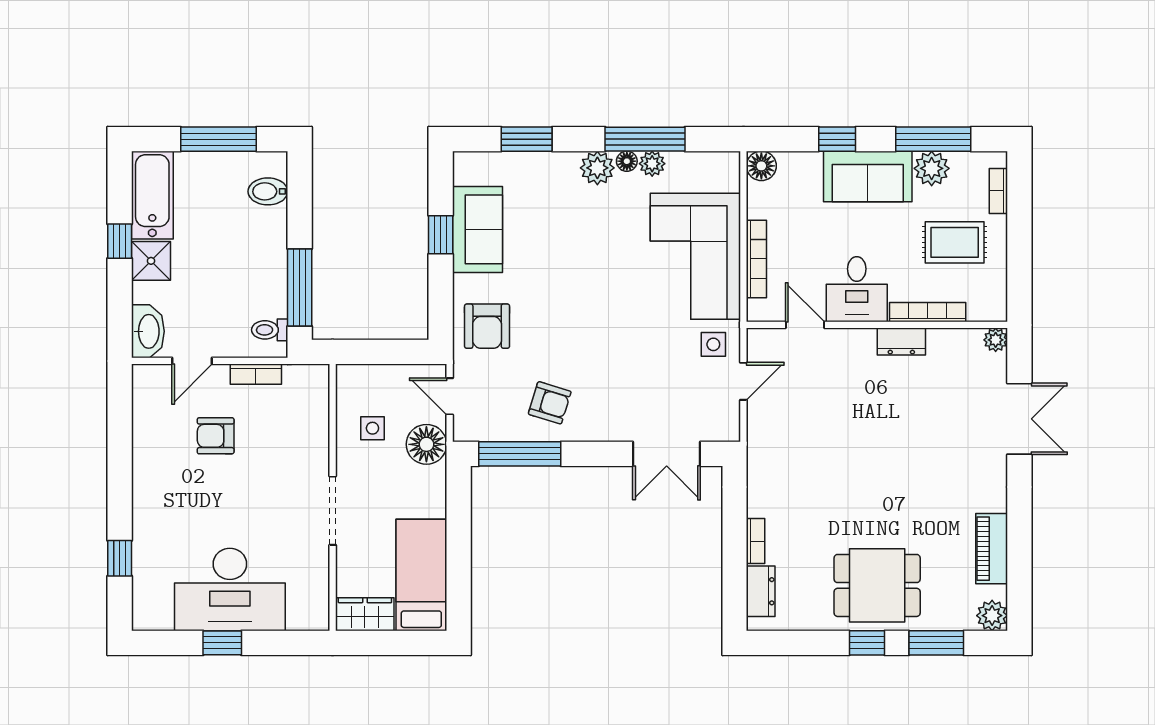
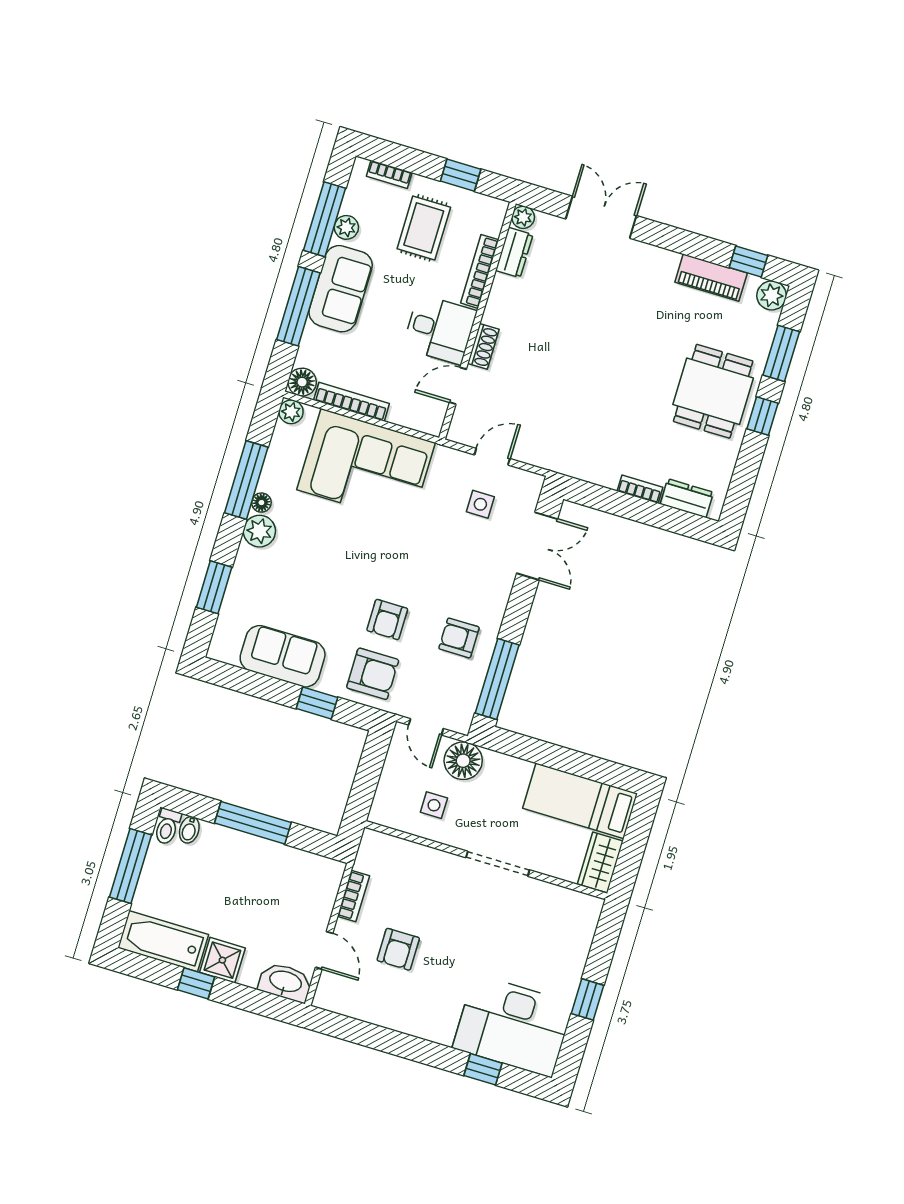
window: (837, 139) -> (298, 306), width x2.17
plant: (652, 164) -> (291, 412), moved
plant: (932, 168) -> (346, 227), width x0.73, depth x0.73
bidet: (268, 191) -> (189, 830), width x0.72, depth x0.74
window: (441, 235) -> (317, 703), moved
bookcase: (756, 259) -> (352, 402), moved
window: (1019, 264) -> (461, 175), added
window: (300, 288) -> (253, 823), moved
armchair: (547, 324) -> (387, 620), added
toilet: (270, 330) -> (167, 827), moved
shoe rack: (853, 339) -> (483, 346), added
dresser: (901, 342) -> (514, 252), moved
side table: (713, 344) -> (480, 504), moved
door: (743, 381) -> (492, 457), hinge flipped
door: (450, 396) -> (426, 727), hinge flipped
armchair: (550, 403) -> (459, 638), turned -107
window: (1019, 582) -> (749, 261), added
desk: (230, 590) -> (513, 1026), moved, turned 90

